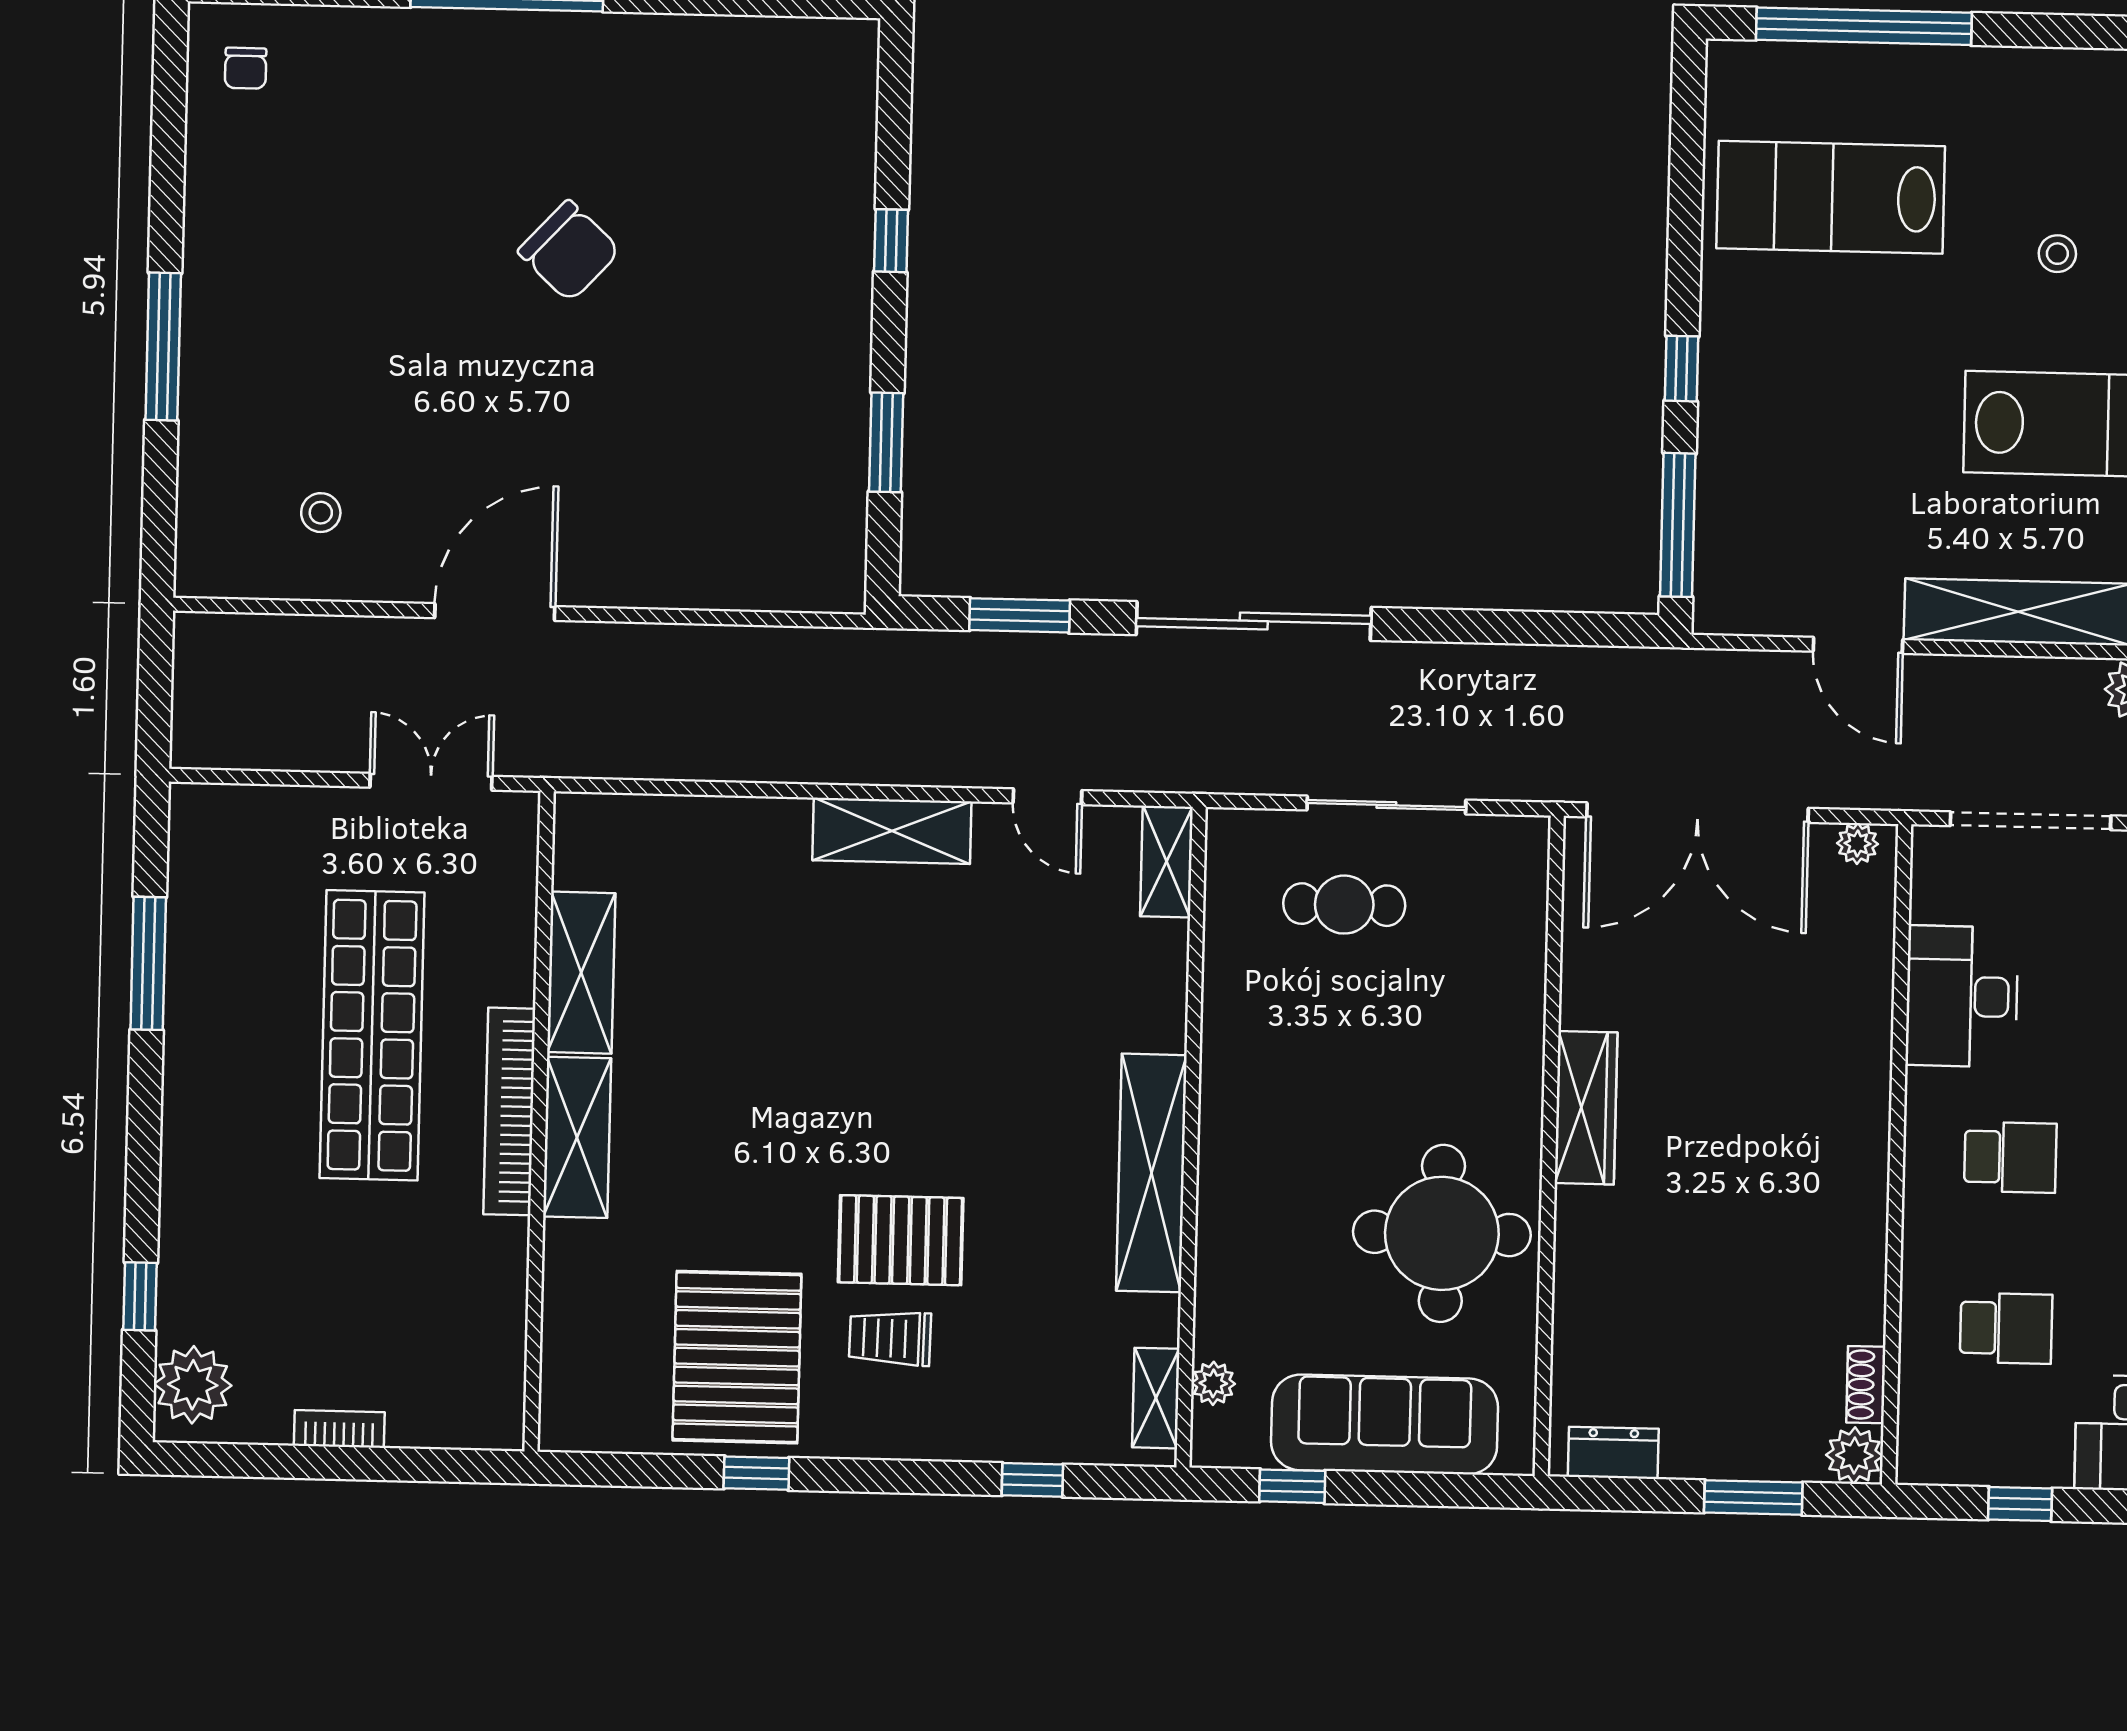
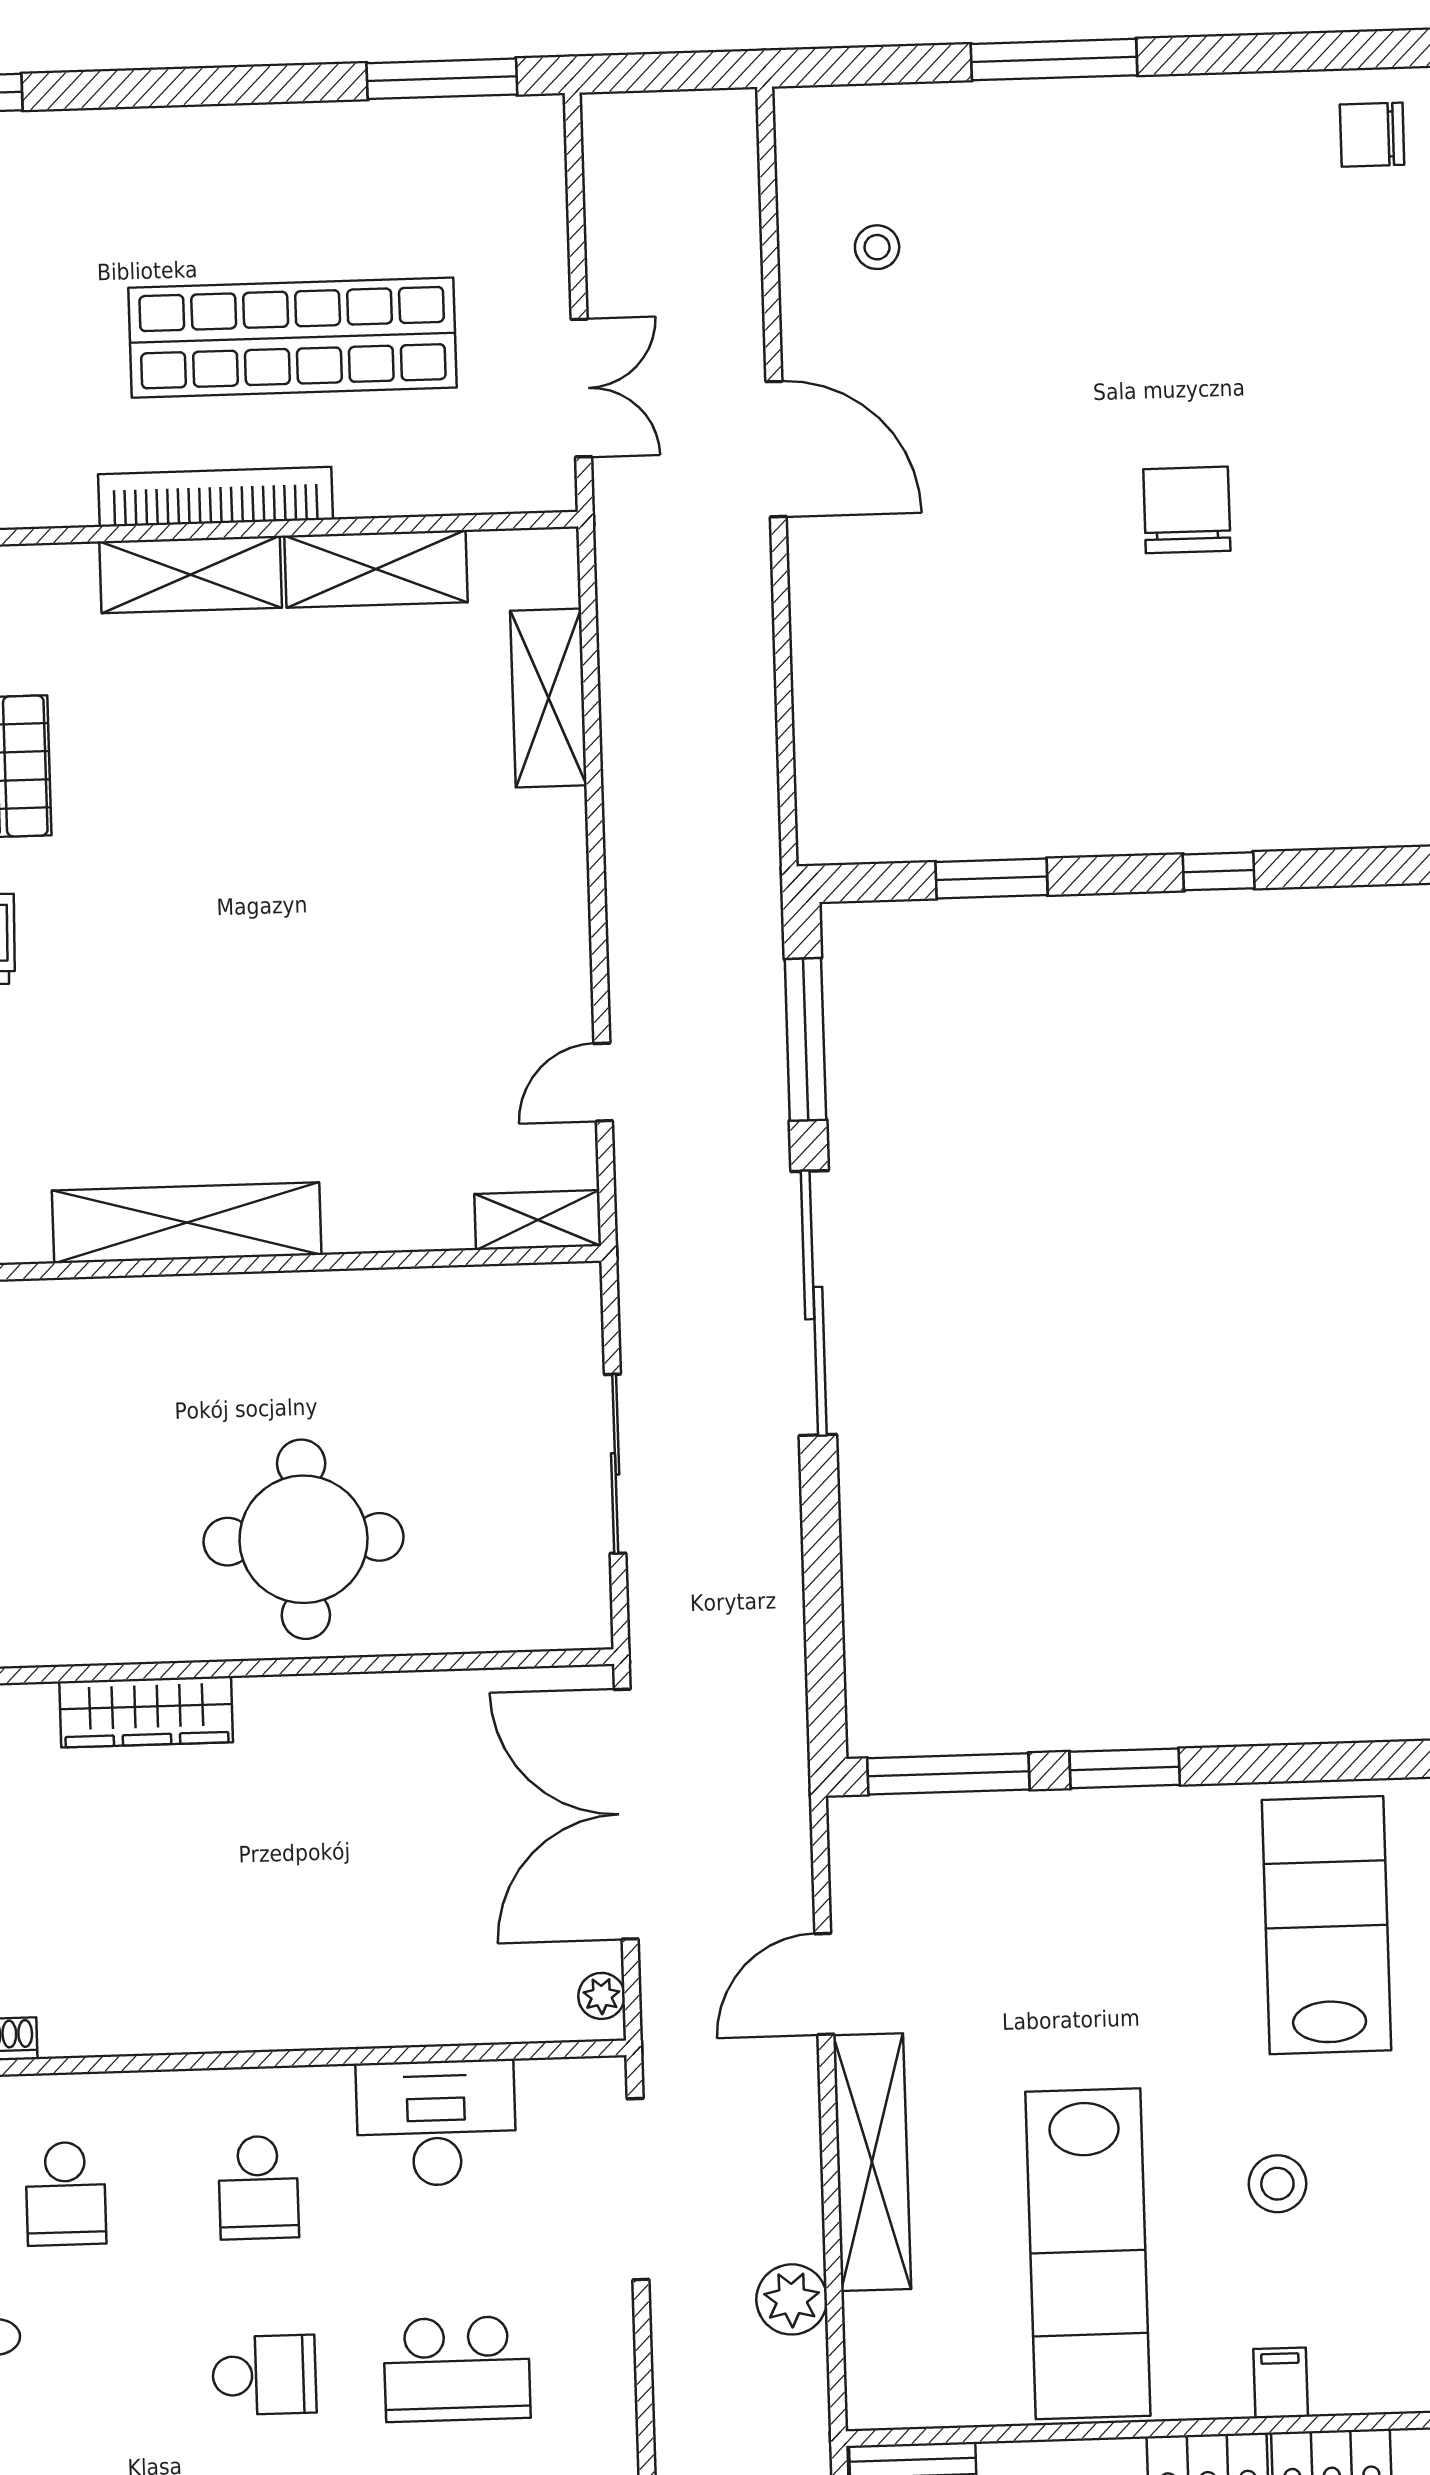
chair: (246, 68) -> (1372, 135), width x1.37, depth x1.37
chair: (569, 251) -> (1187, 510), turned 137
stool: (2057, 254) -> (1277, 2184), width x1.37, depth x1.37
window: (1682, 369) -> (1125, 1768), width x1.50
window: (1020, 615) -> (805, 1039), width x1.44
shelving: (892, 831) -> (548, 698), moved
cafe table: (1344, 905) -> (501, 1423), removed
window: (148, 963) -> (442, 79), moved
wardrobe: (1586, 1108) -> (146, 1712), moved
round table: (1442, 1233) -> (303, 1539), moved
pallet: (901, 1240) -> (95, 945), removed

